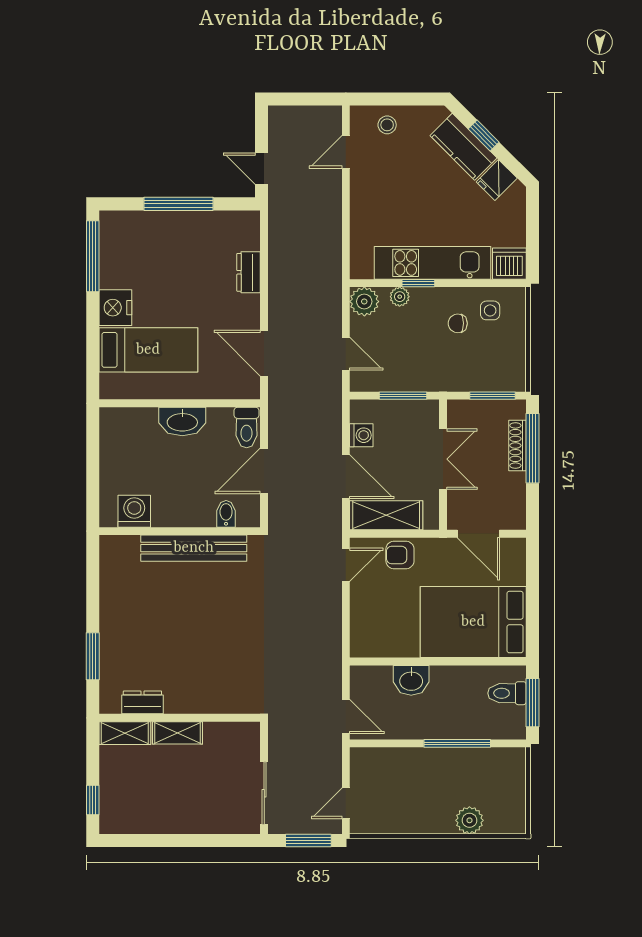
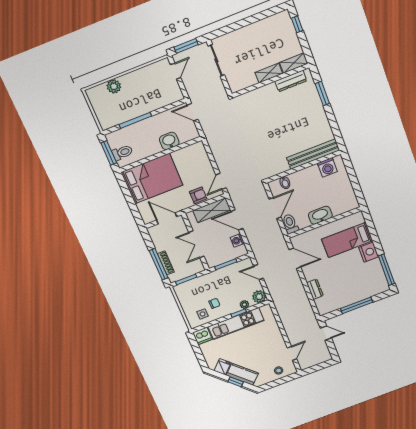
bench: (194, 548) -> (313, 154), moved
dresser: (142, 702) -> (291, 81), width x1.44

